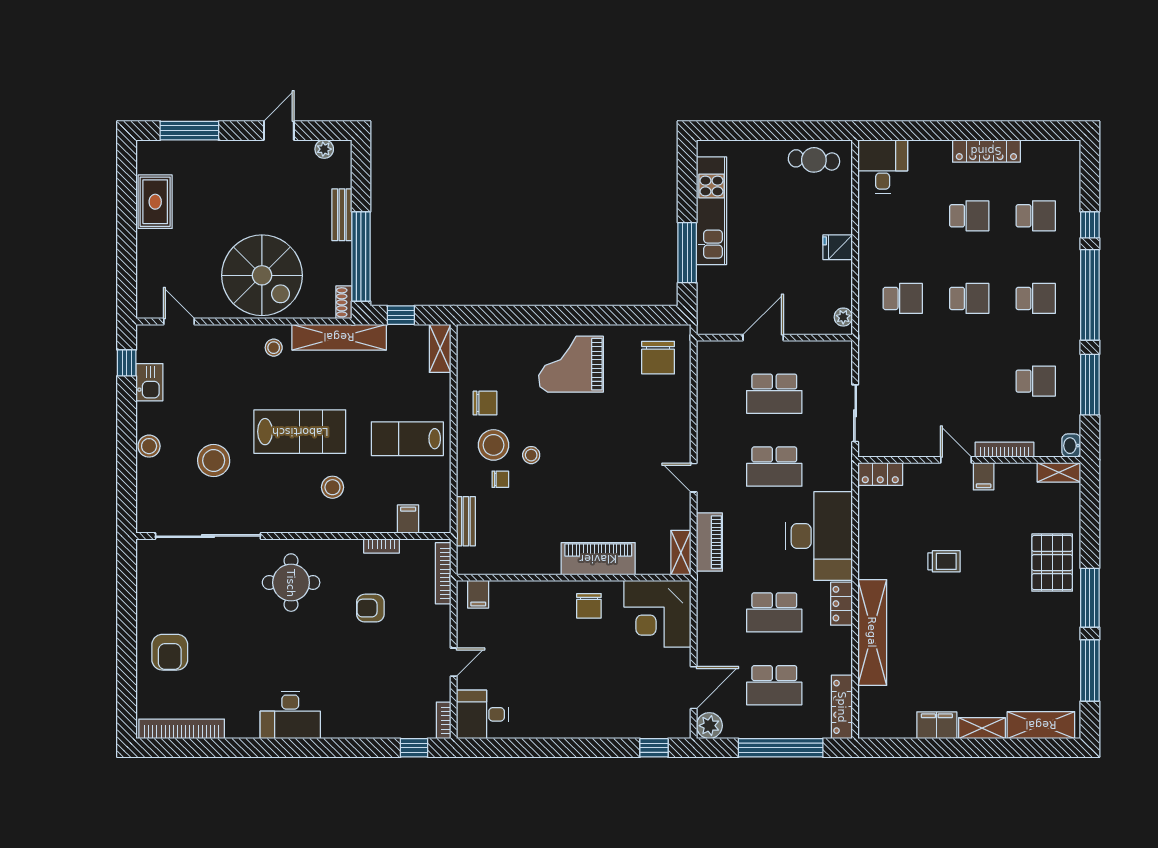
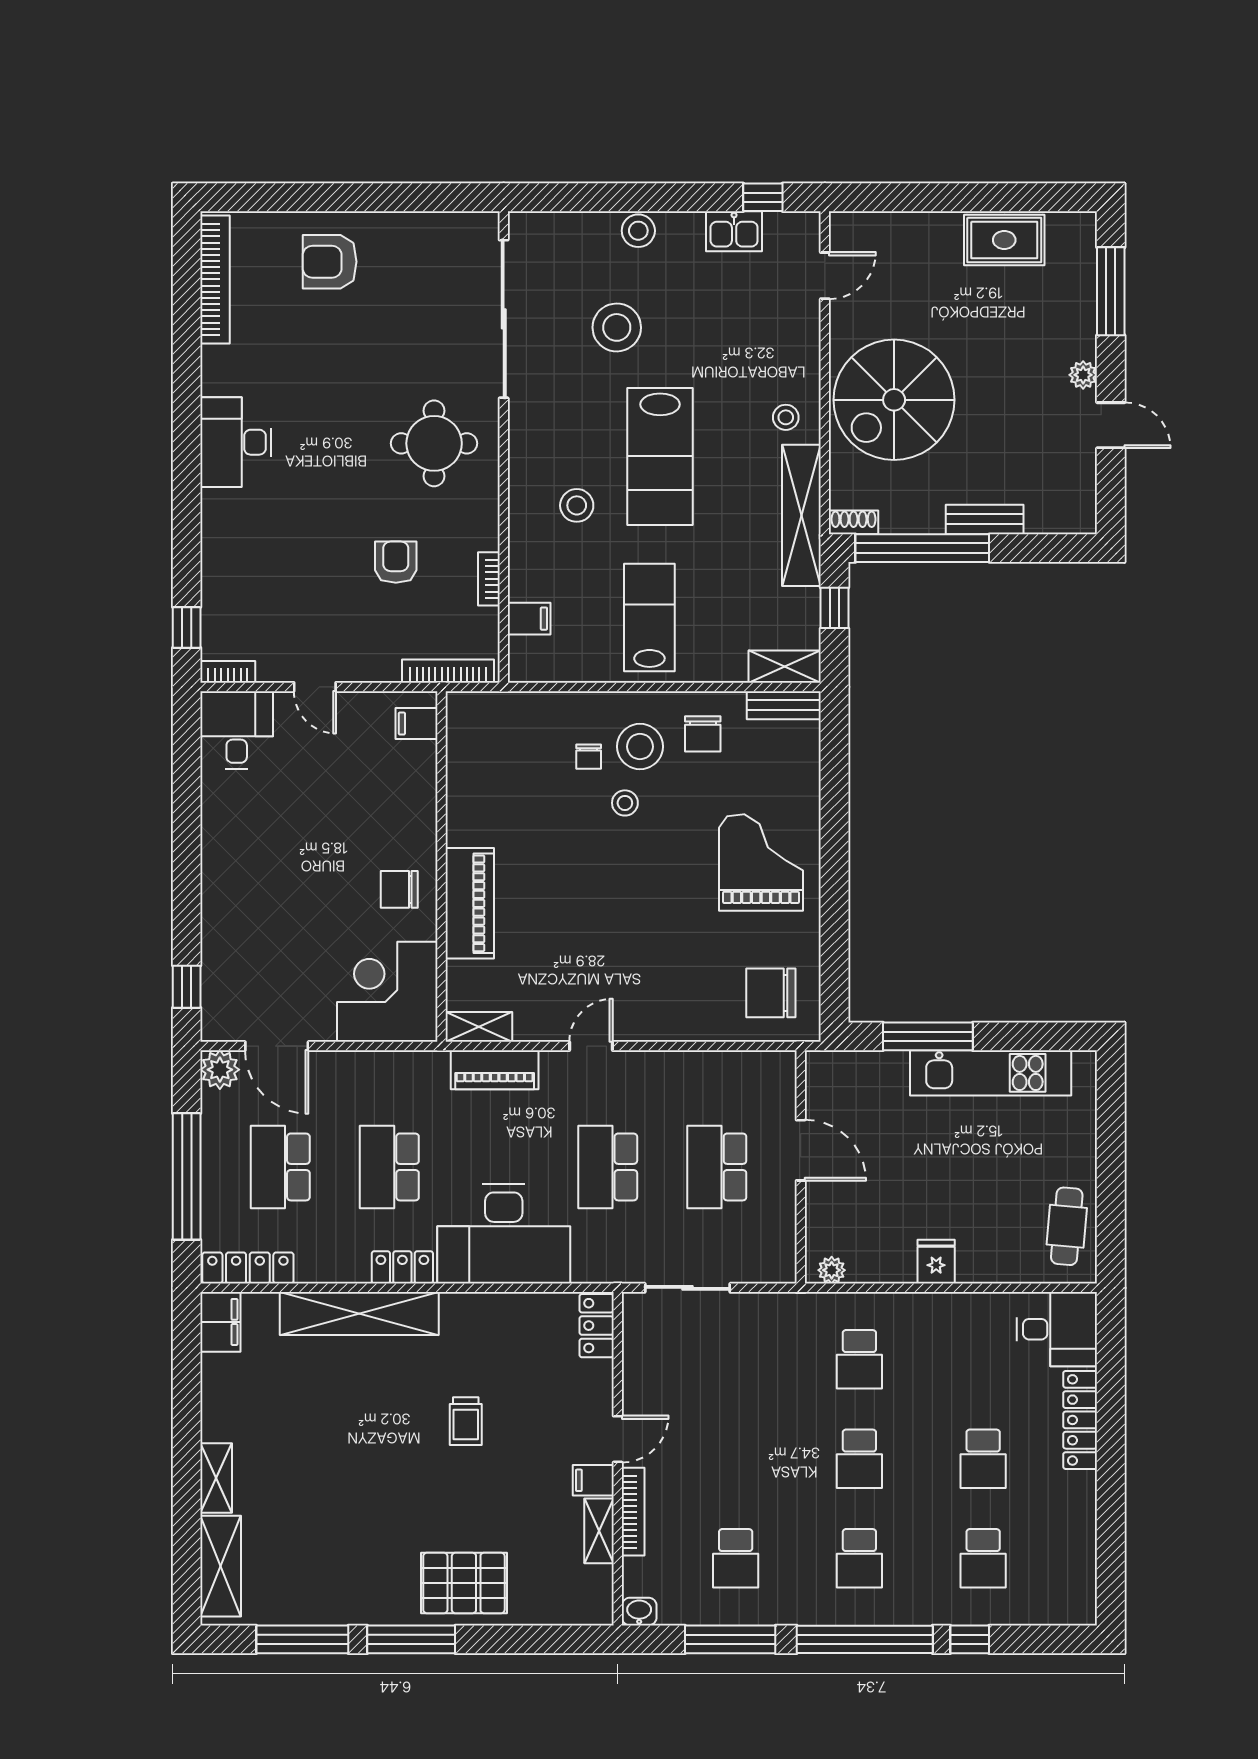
plant: (324, 149) -> (1083, 375), moved
locker: (986, 151) -> (1080, 1420), moved
shelving: (1059, 472) -> (599, 1531), moved
bench: (466, 521) -> (784, 705), moved
filing cabinet: (937, 725) -> (220, 1322), moved

